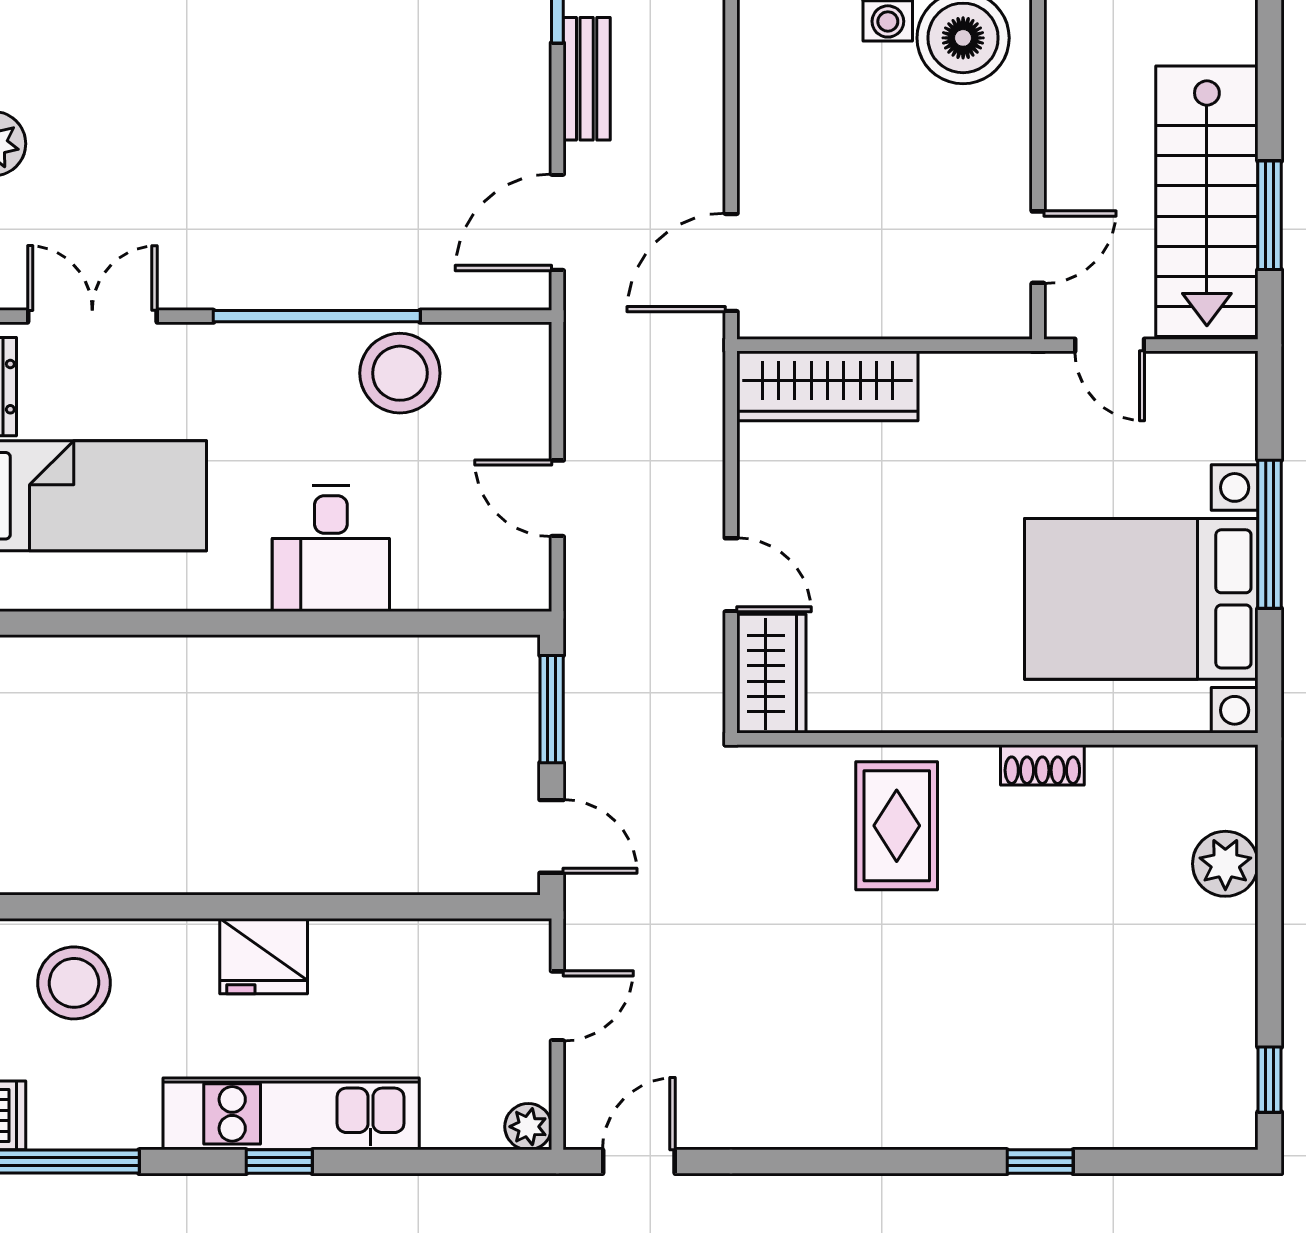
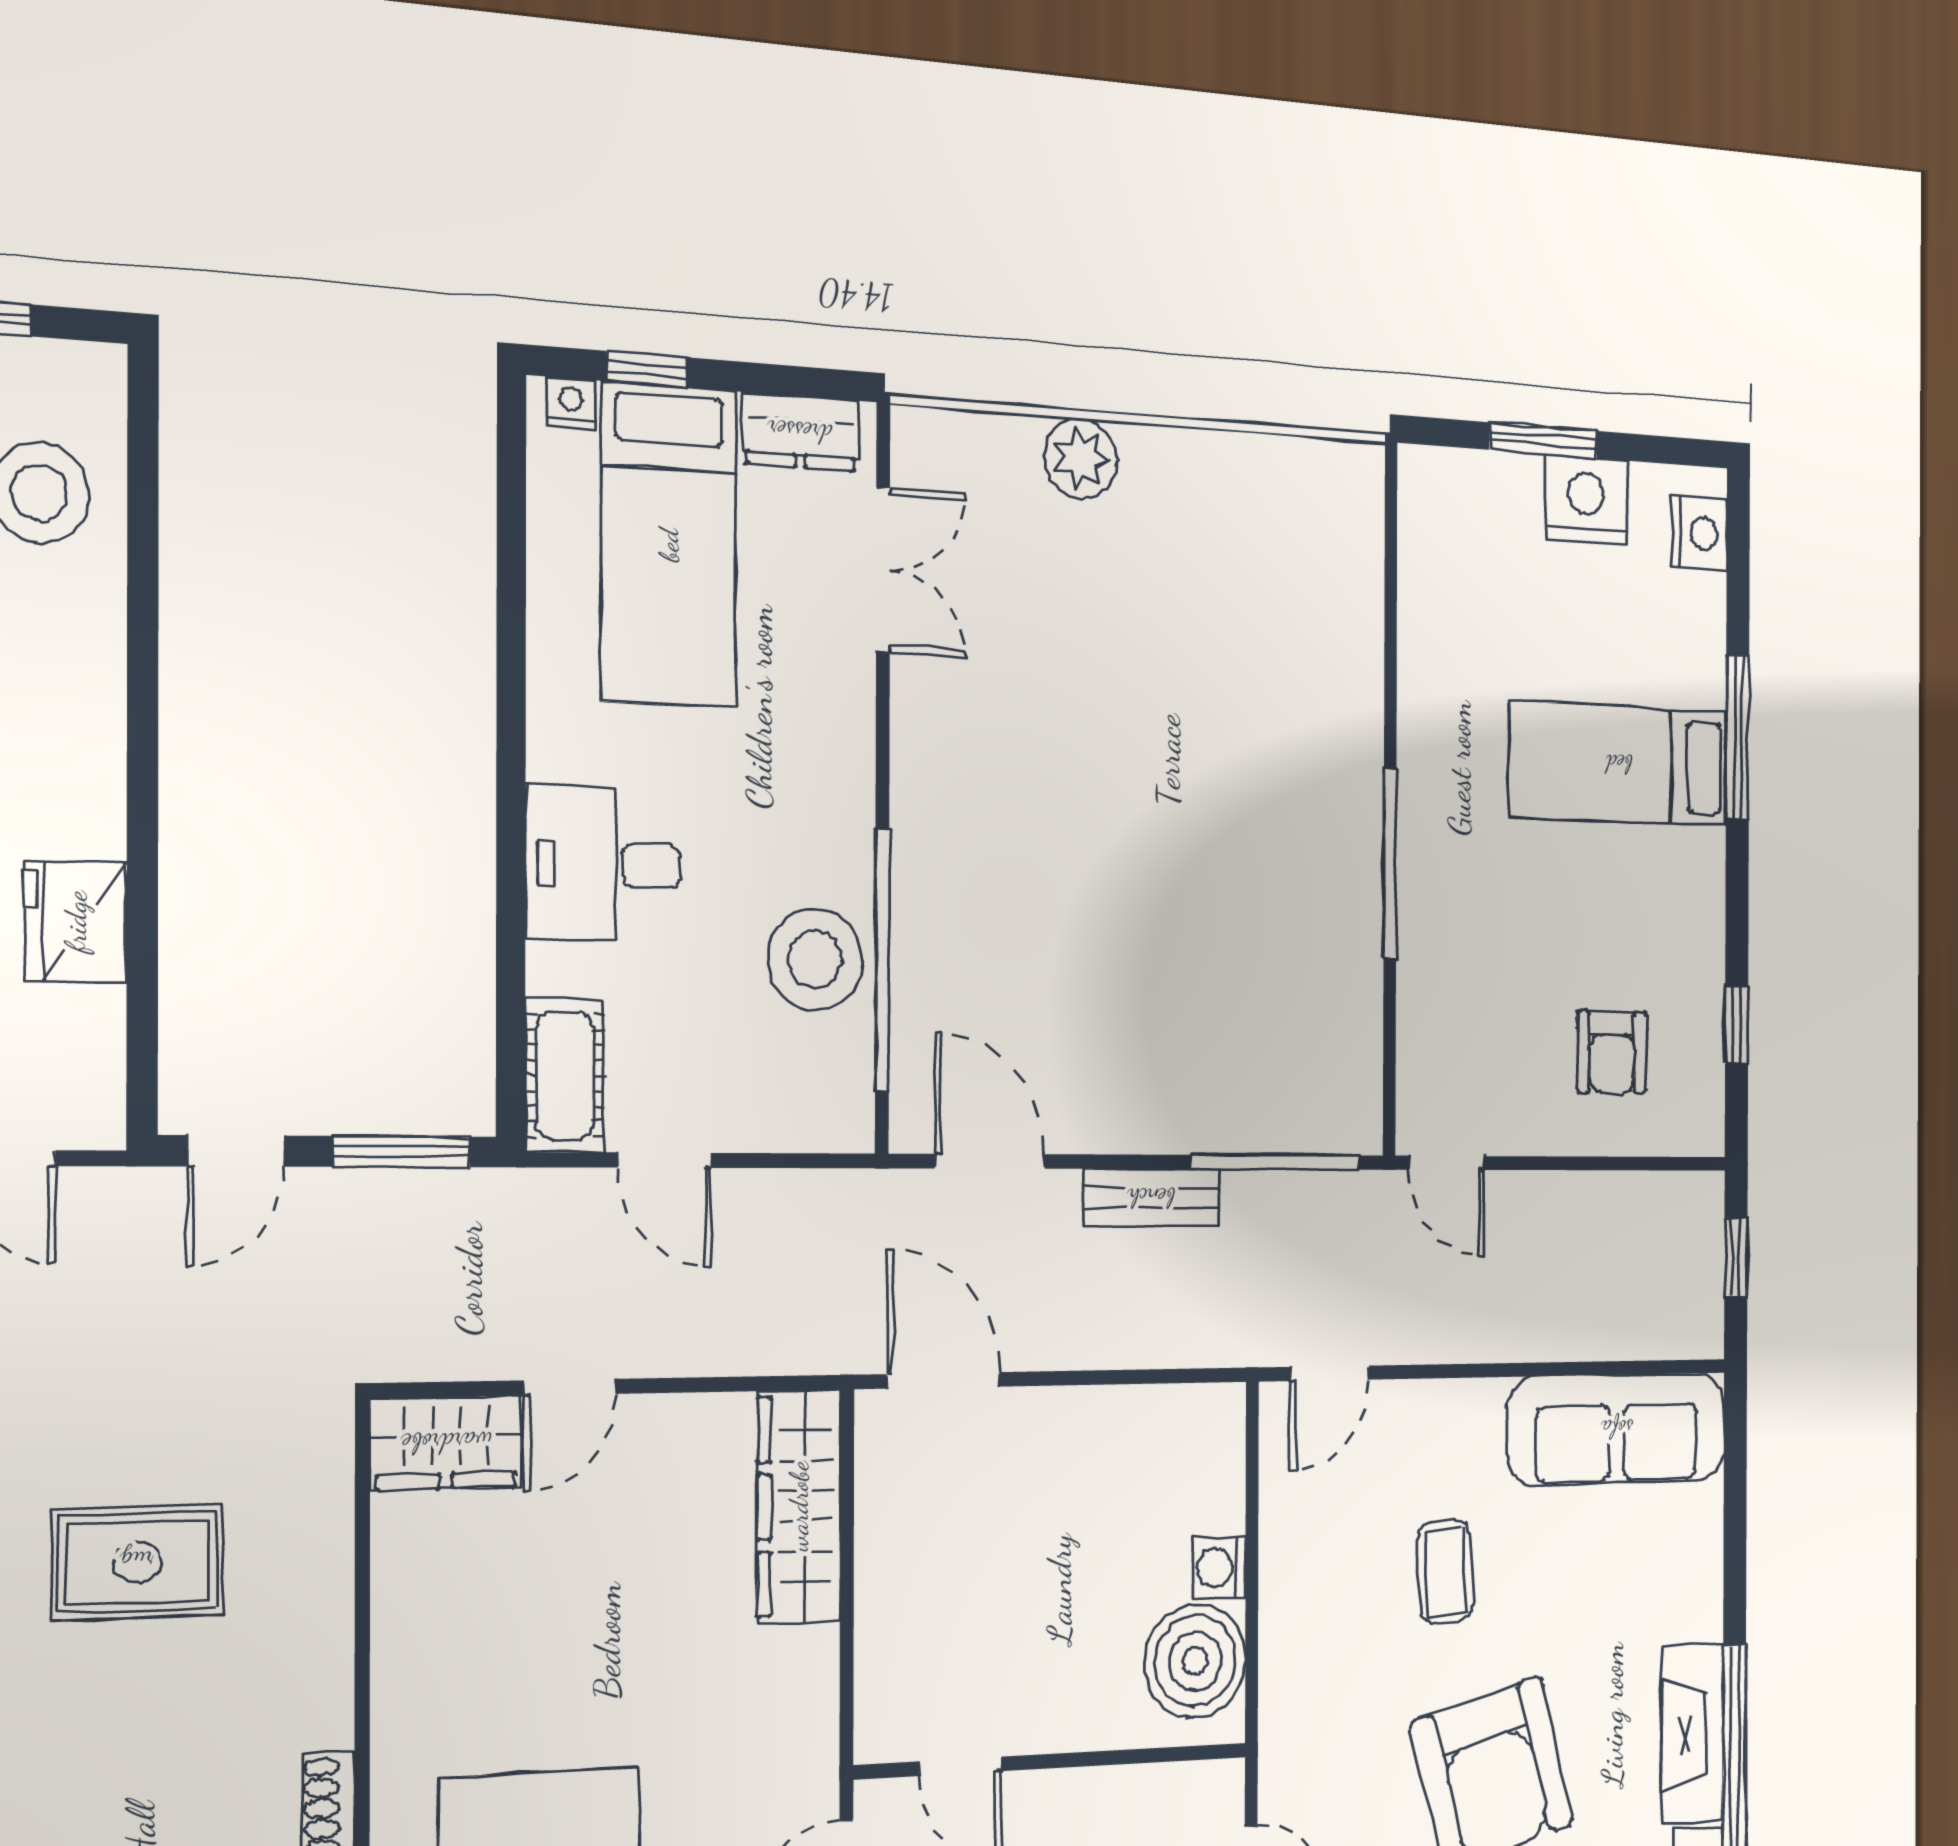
window: (317, 316) -> (882, 960), moved
door: (557, 498) -> (665, 1160), swing flipped
cot: (493, 580) -> (565, 1076), added
rug: (897, 826) -> (137, 1562), moved
fridge: (264, 956) -> (76, 921), moved

